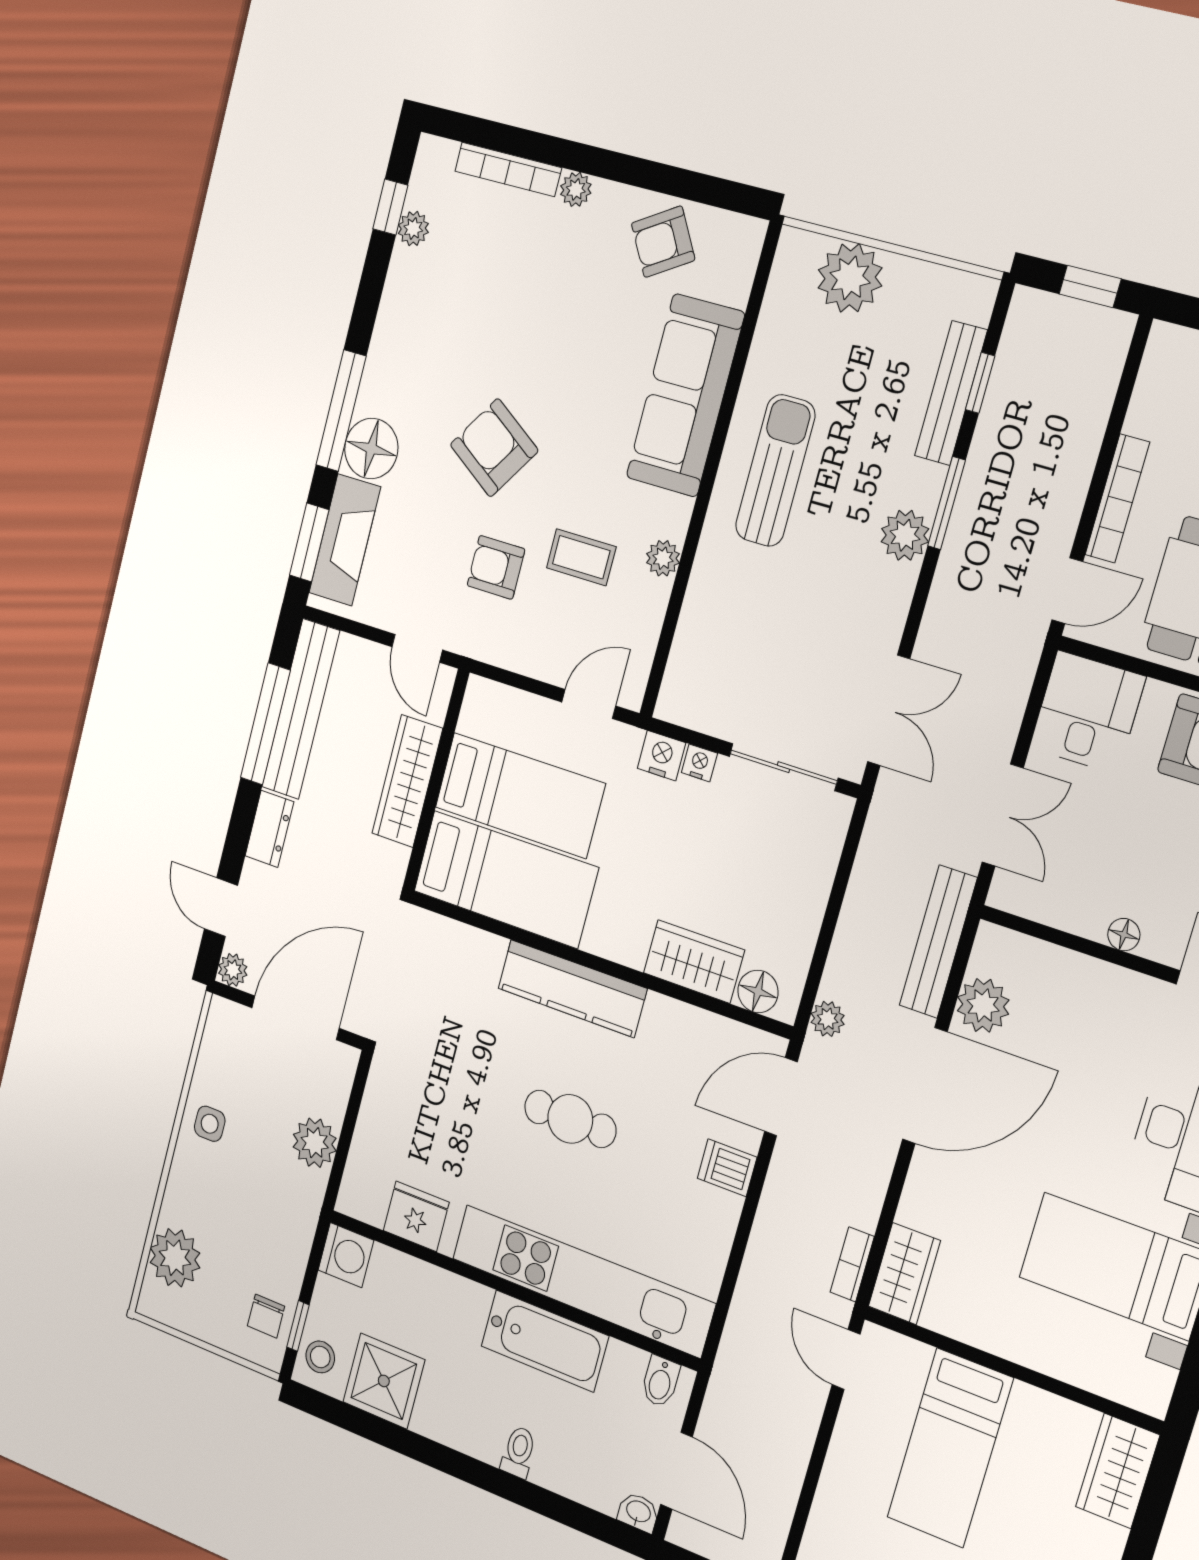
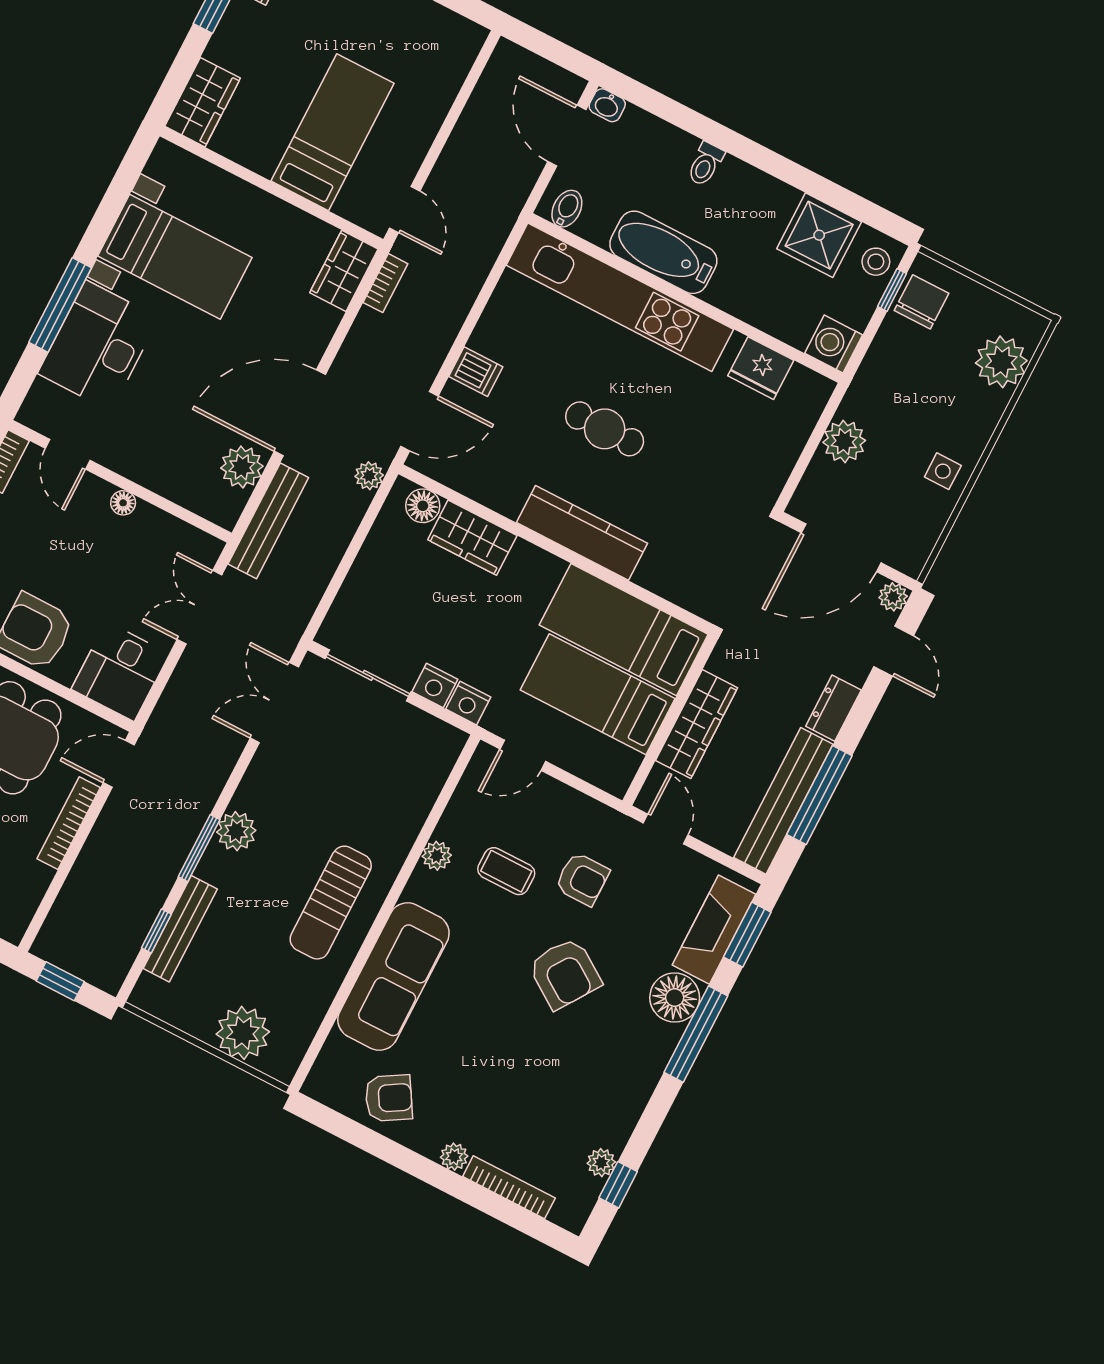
nightstand: (699, 763) -> (435, 685), width x1.39, depth x1.35
chair: (266, 1316) -> (921, 302), width x1.37, depth x1.37

